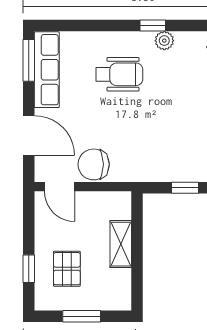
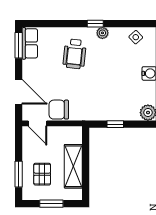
row of seats: (47, 70) -> (30, 43), width x0.68
wheelchair: (119, 74) -> (75, 54), turned 96
shelving: (121, 244) -> (73, 166), width x1.50, depth x1.33
window: (29, 269) -> (19, 174), width x1.50

